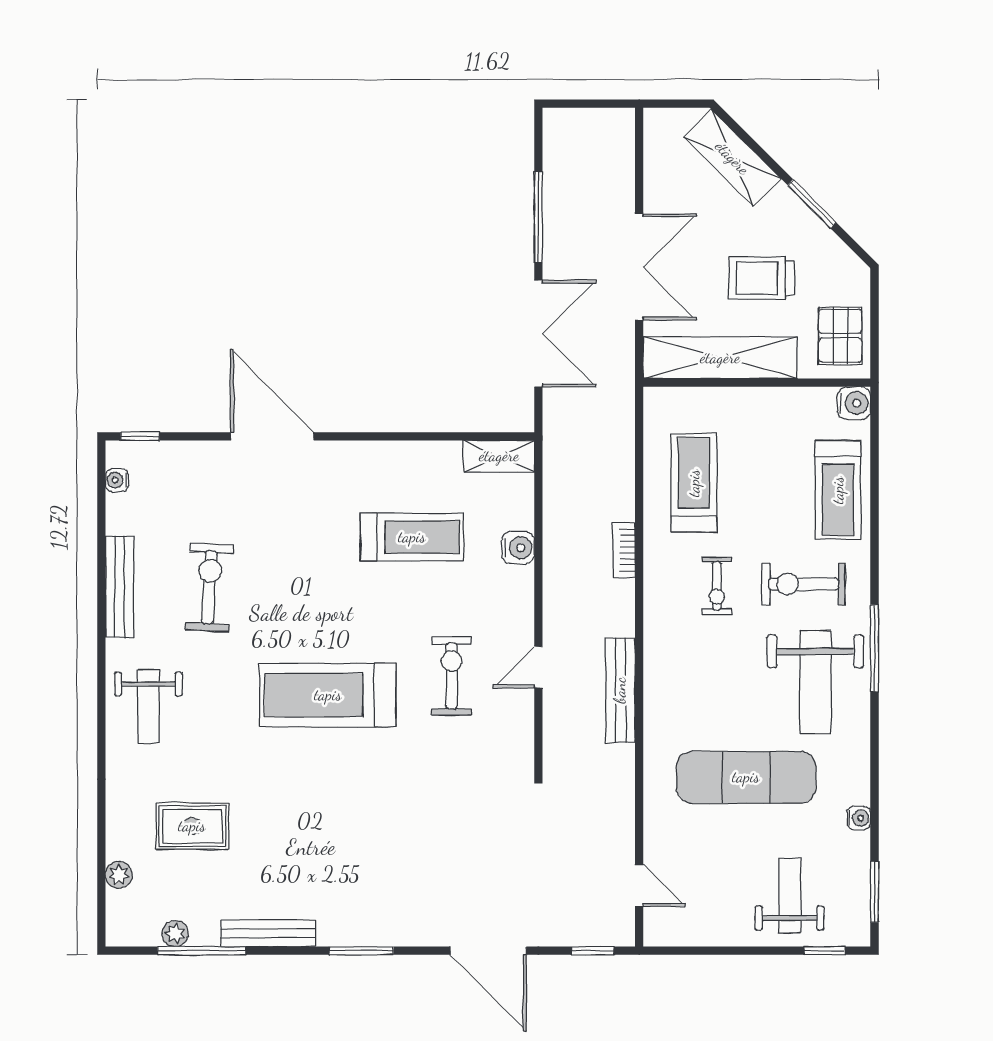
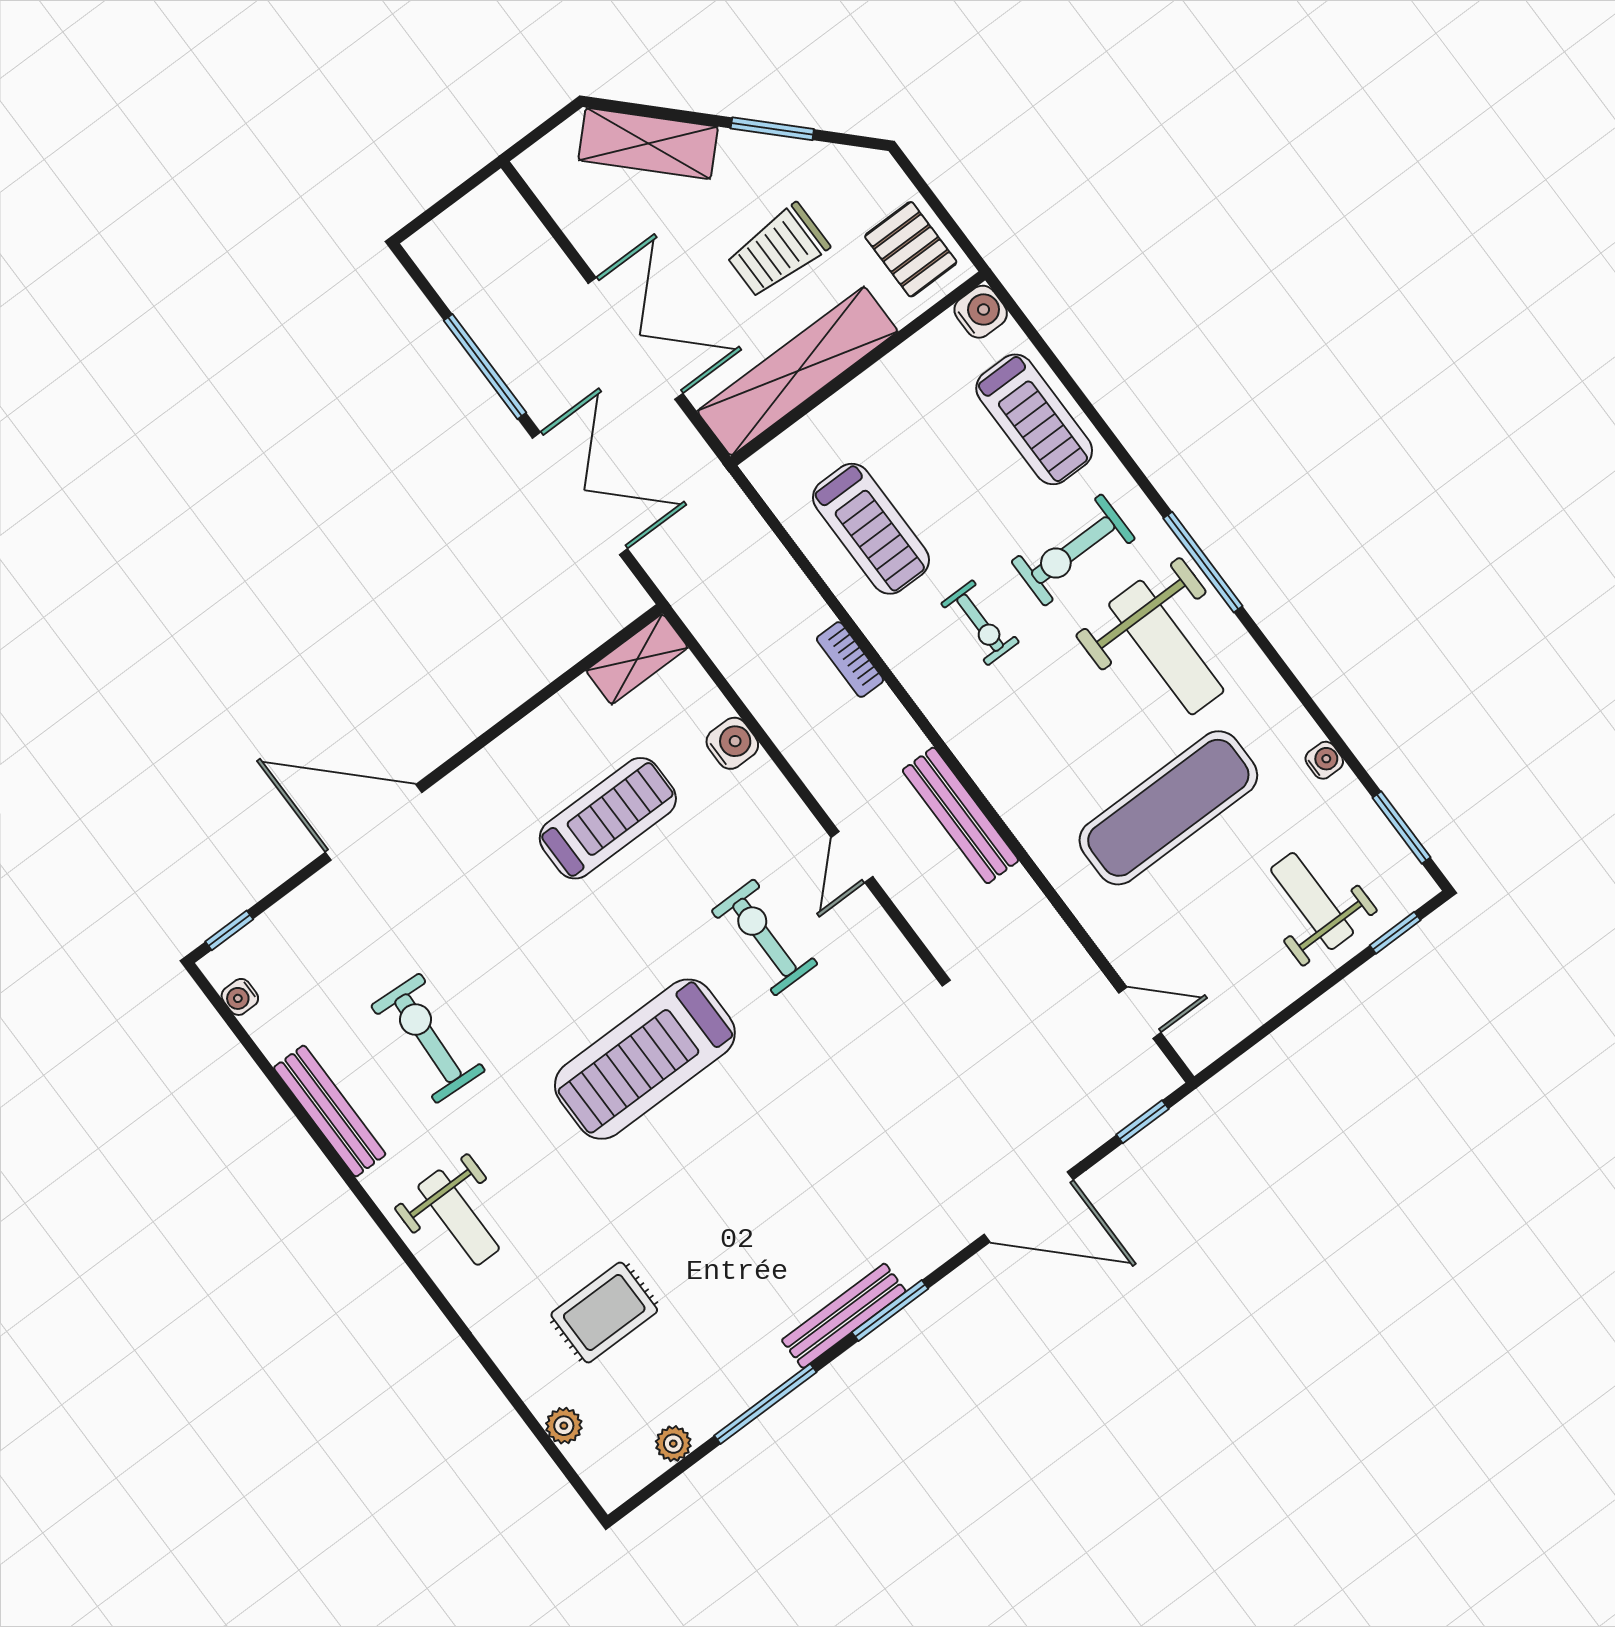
treadmill: (694, 483) -> (871, 529), turned 180
bench: (268, 933) -> (844, 1316), moved
window: (202, 951) -> (765, 1404), moved

